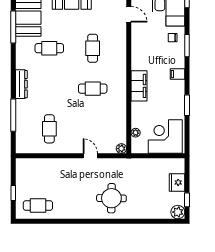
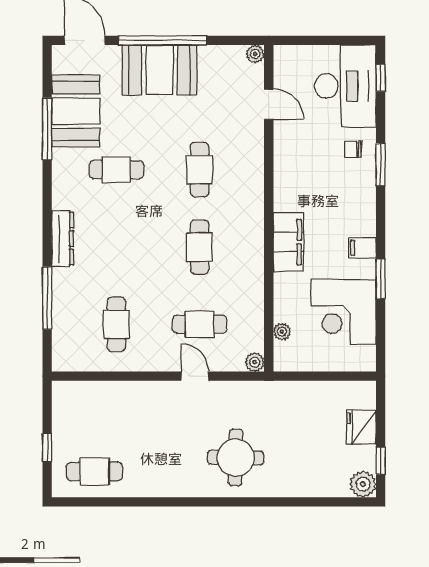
filing cabinet: (177, 74) -> (362, 248), moved
cafe table: (93, 89) -> (200, 247), turned 90
cafe table: (93, 129) -> (200, 324), added
corner desk: (165, 137) -> (344, 312), moved, turned -90

